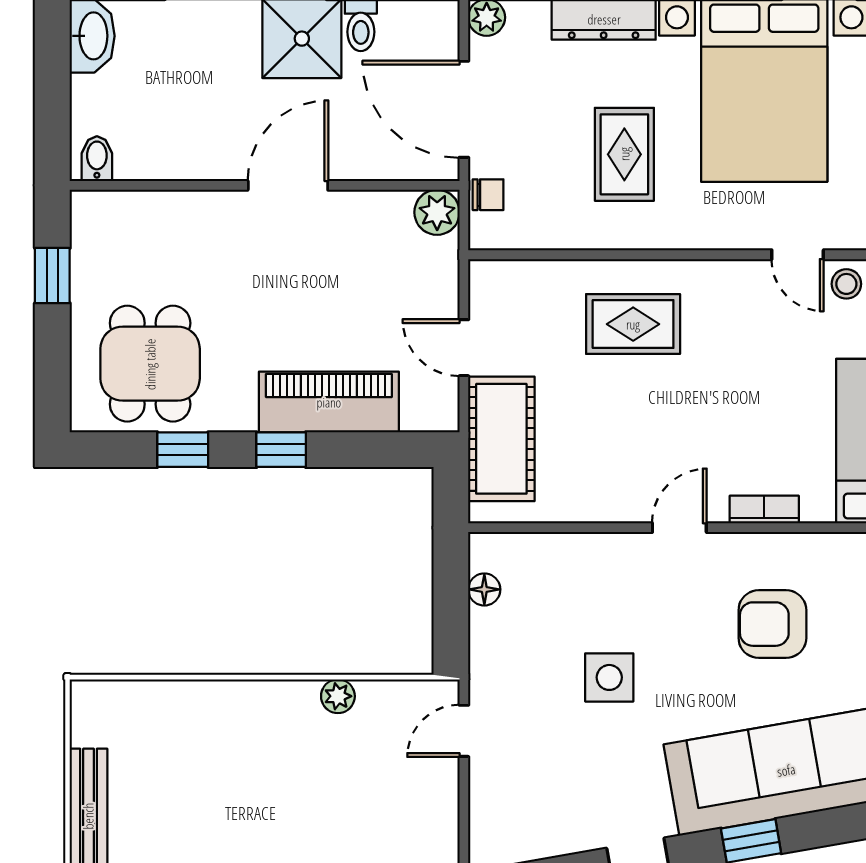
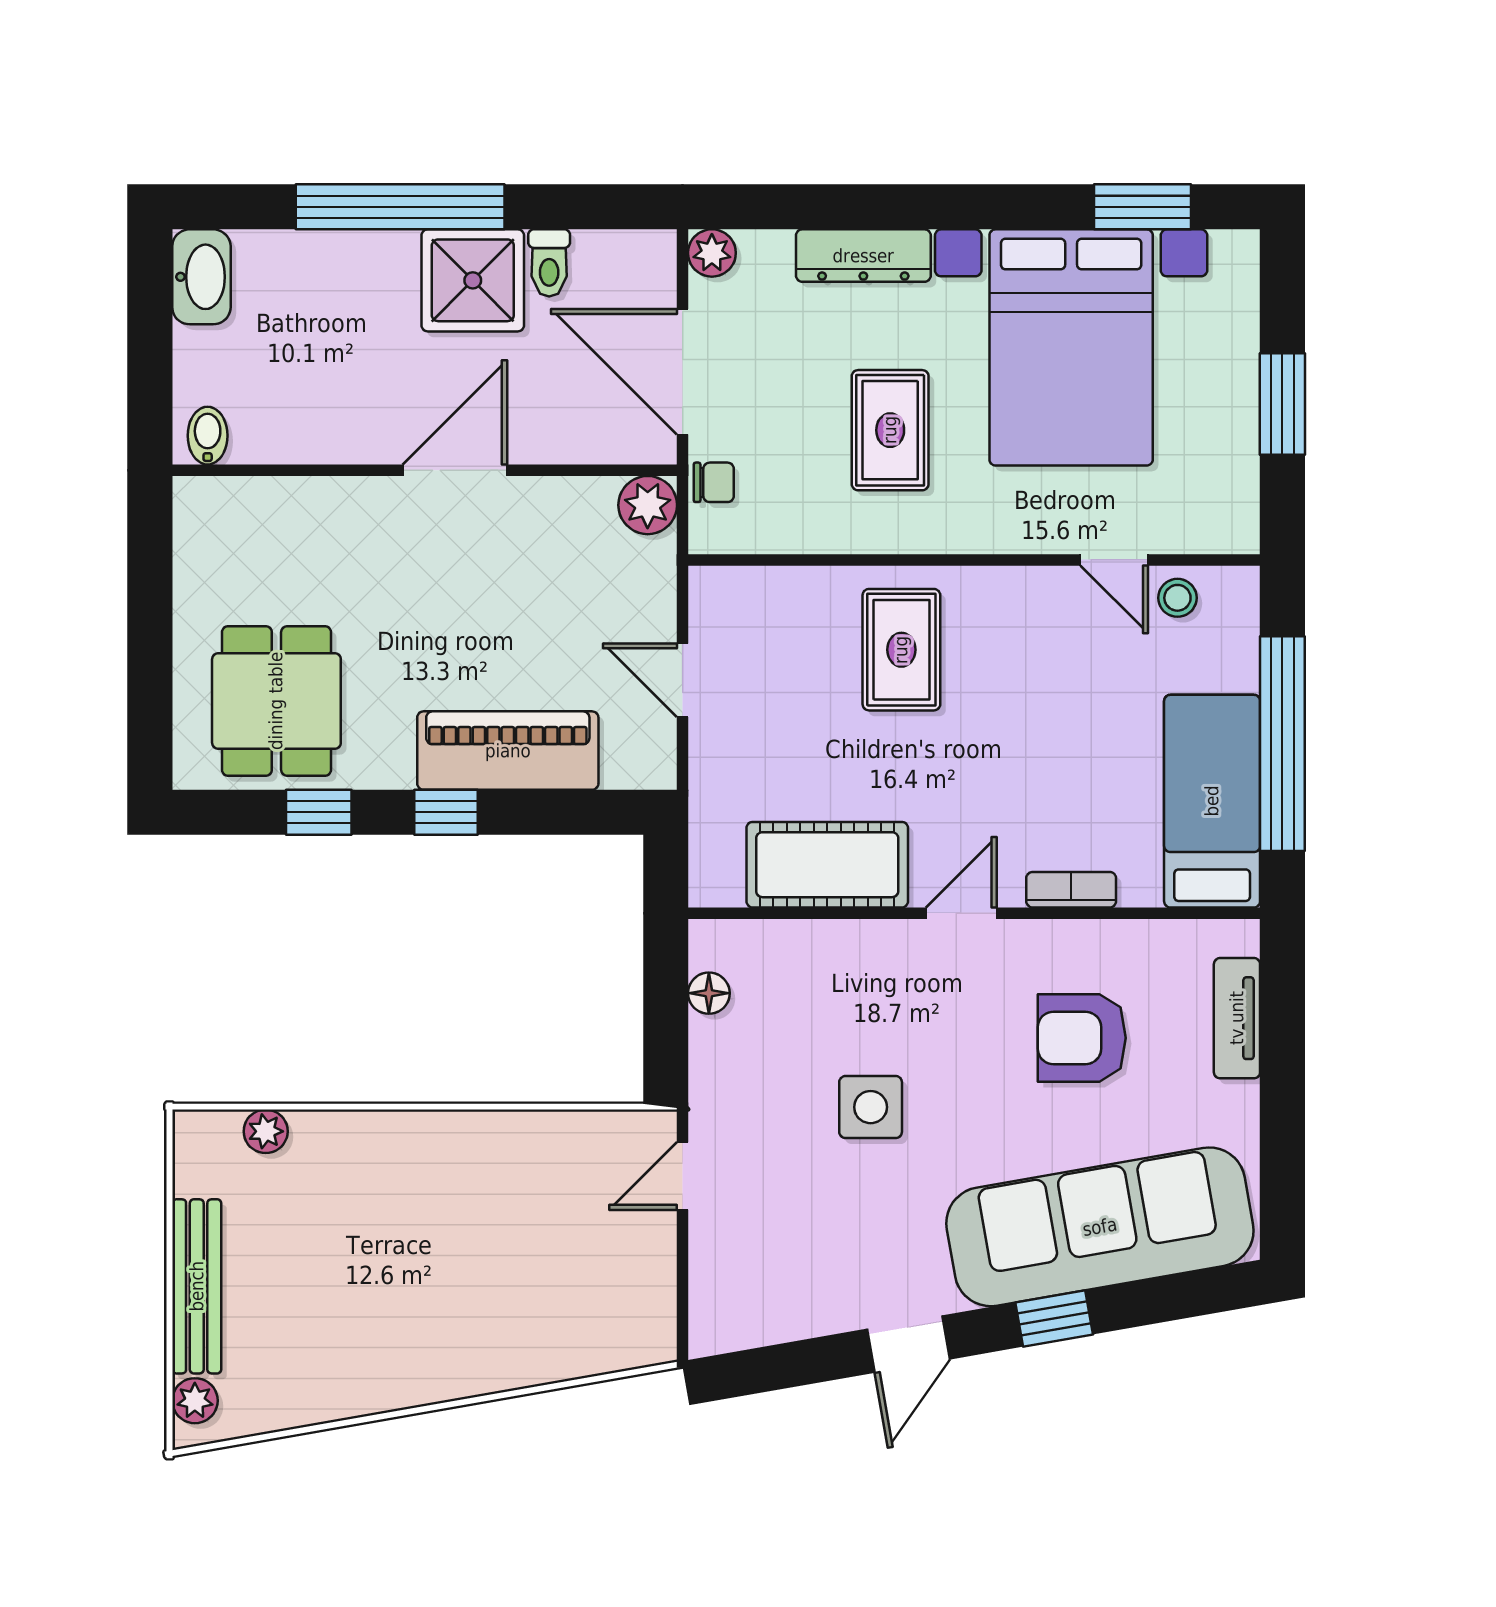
window: (52, 276) -> (150, 587), removed
rug: (633, 324) -> (901, 650), turned 90
cot: (501, 439) -> (827, 865), moved, turned 90
plant: (338, 696) -> (266, 1131), moved

